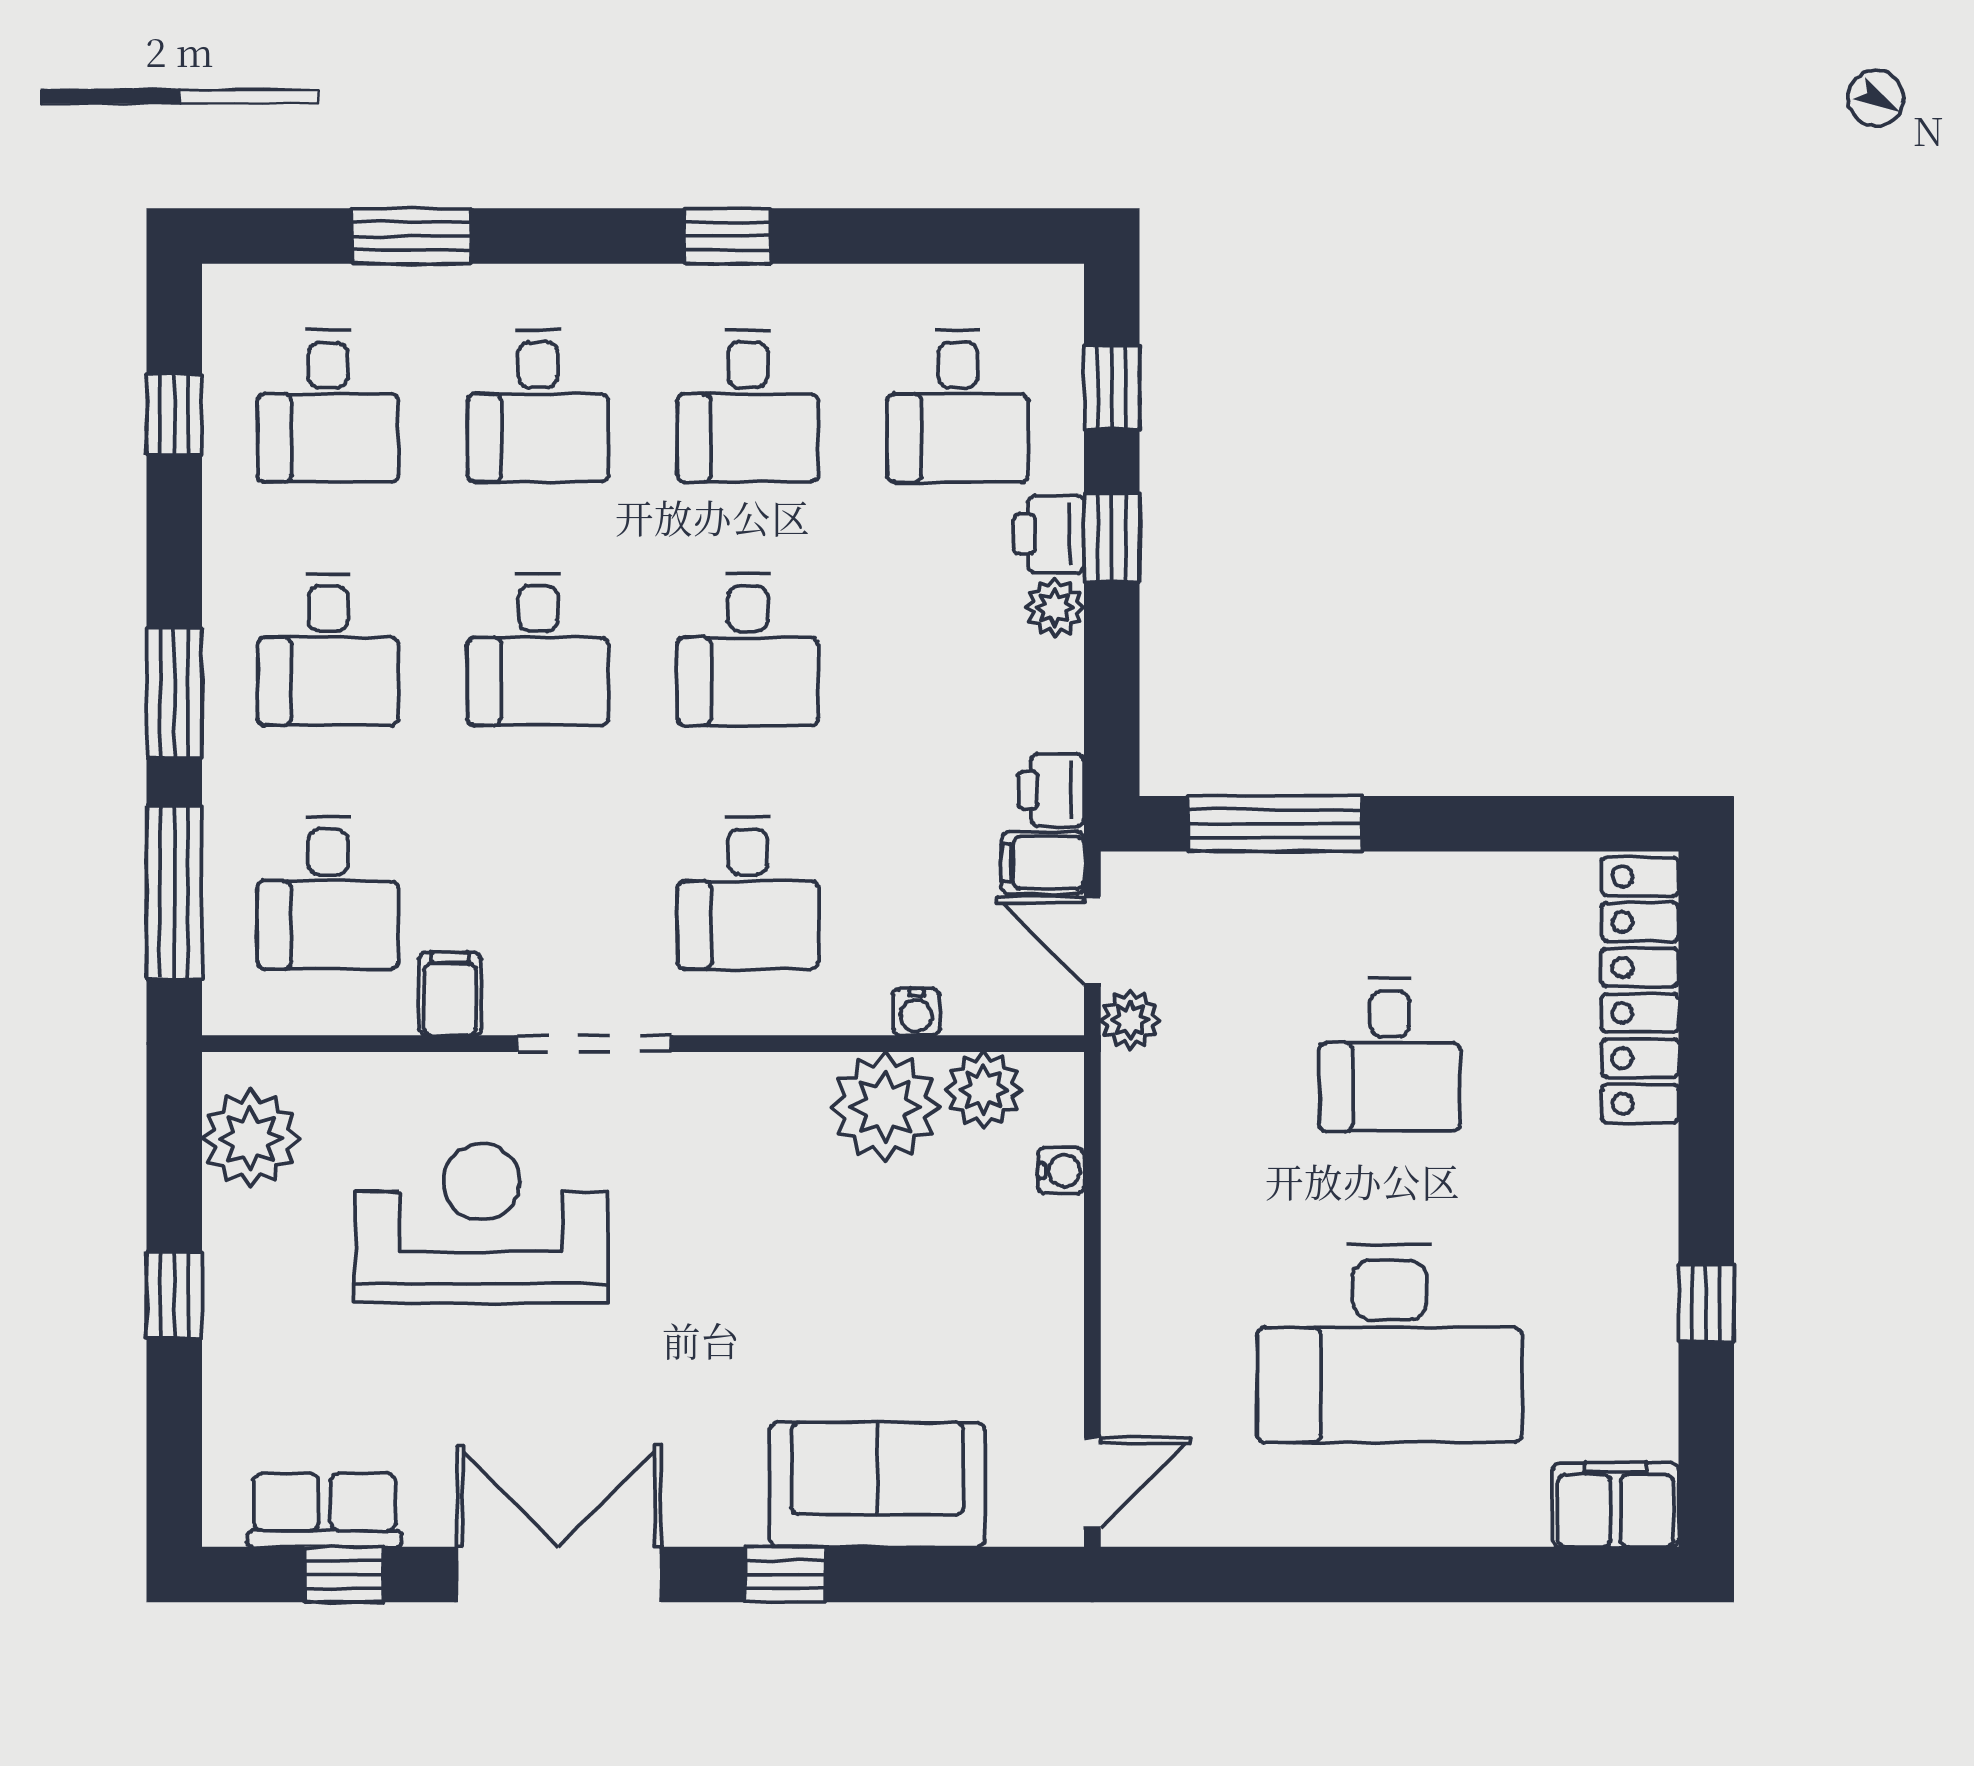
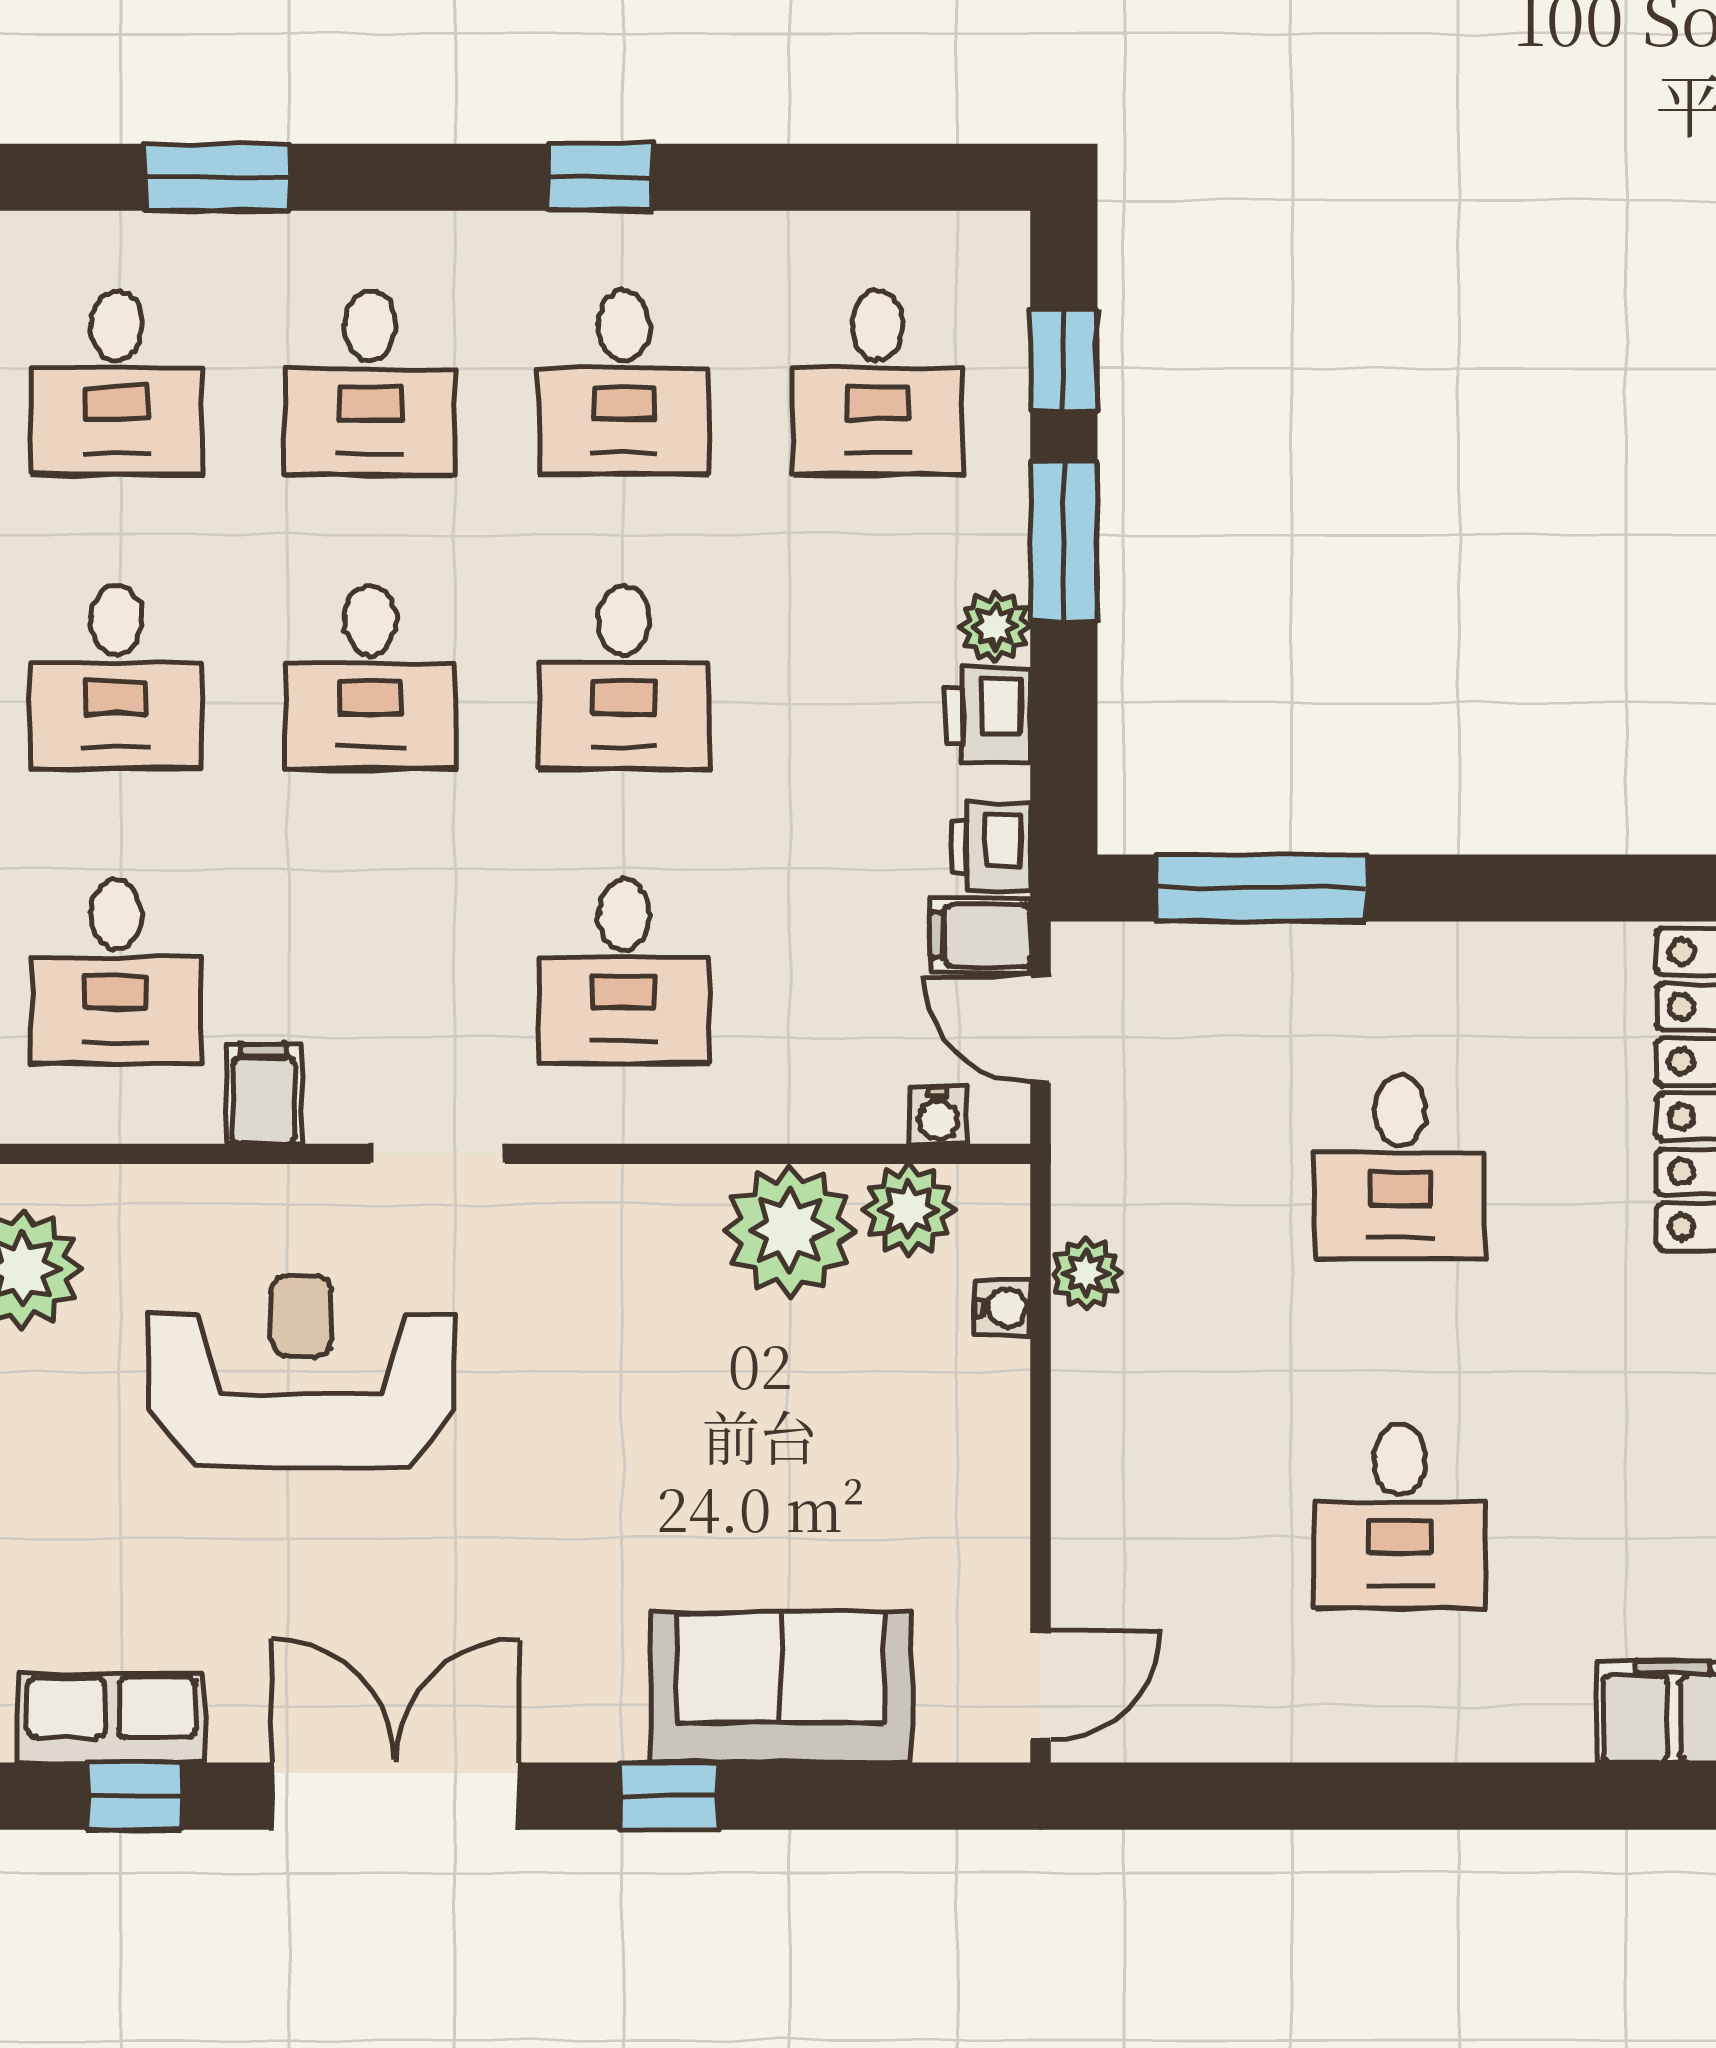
printer: (1049, 534) -> (988, 715), moved
window: (1112, 538) -> (1064, 542), width x1.50
water cooler: (916, 1012) -> (938, 1116), moved
plant: (1130, 1020) -> (1086, 1274), moved
doorway: (594, 1044) -> (438, 1154), width x0.73
desk: (1390, 1343) -> (1400, 1516), width x0.53, depth x0.77

